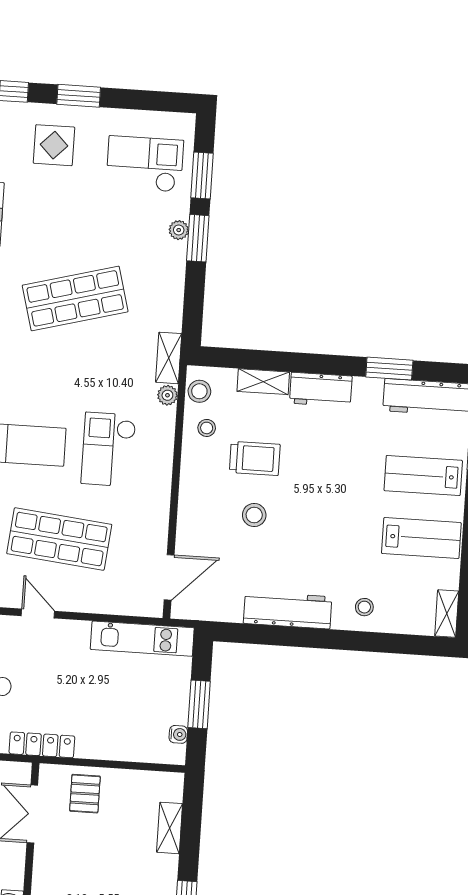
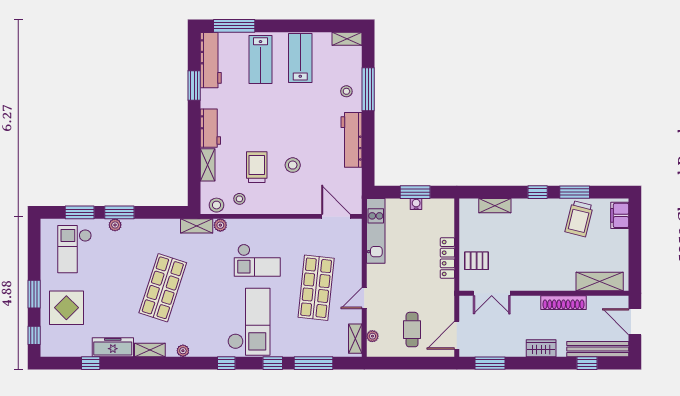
display table: (54, 145) -> (66, 308), width x1.36, depth x1.36
shop shelf: (75, 298) -> (163, 288), turned 33
window: (365, 641) -> (368, 89), added
water cooler: (178, 734) -> (416, 204), moved
locker: (42, 745) -> (447, 258), moved

